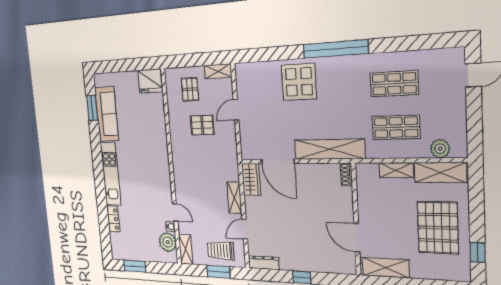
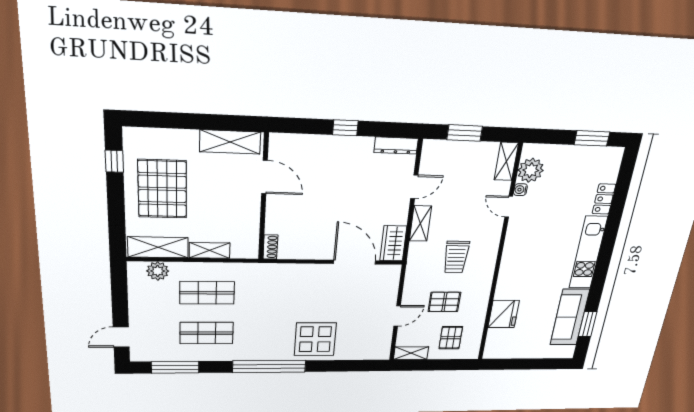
window: (421, 42) -> (175, 367), added
fridge: (150, 81) -> (504, 314), moved, turned 90
shelving: (329, 149) -> (288, 273), removed
trolley: (221, 251) -> (456, 257), moved, turned 90

